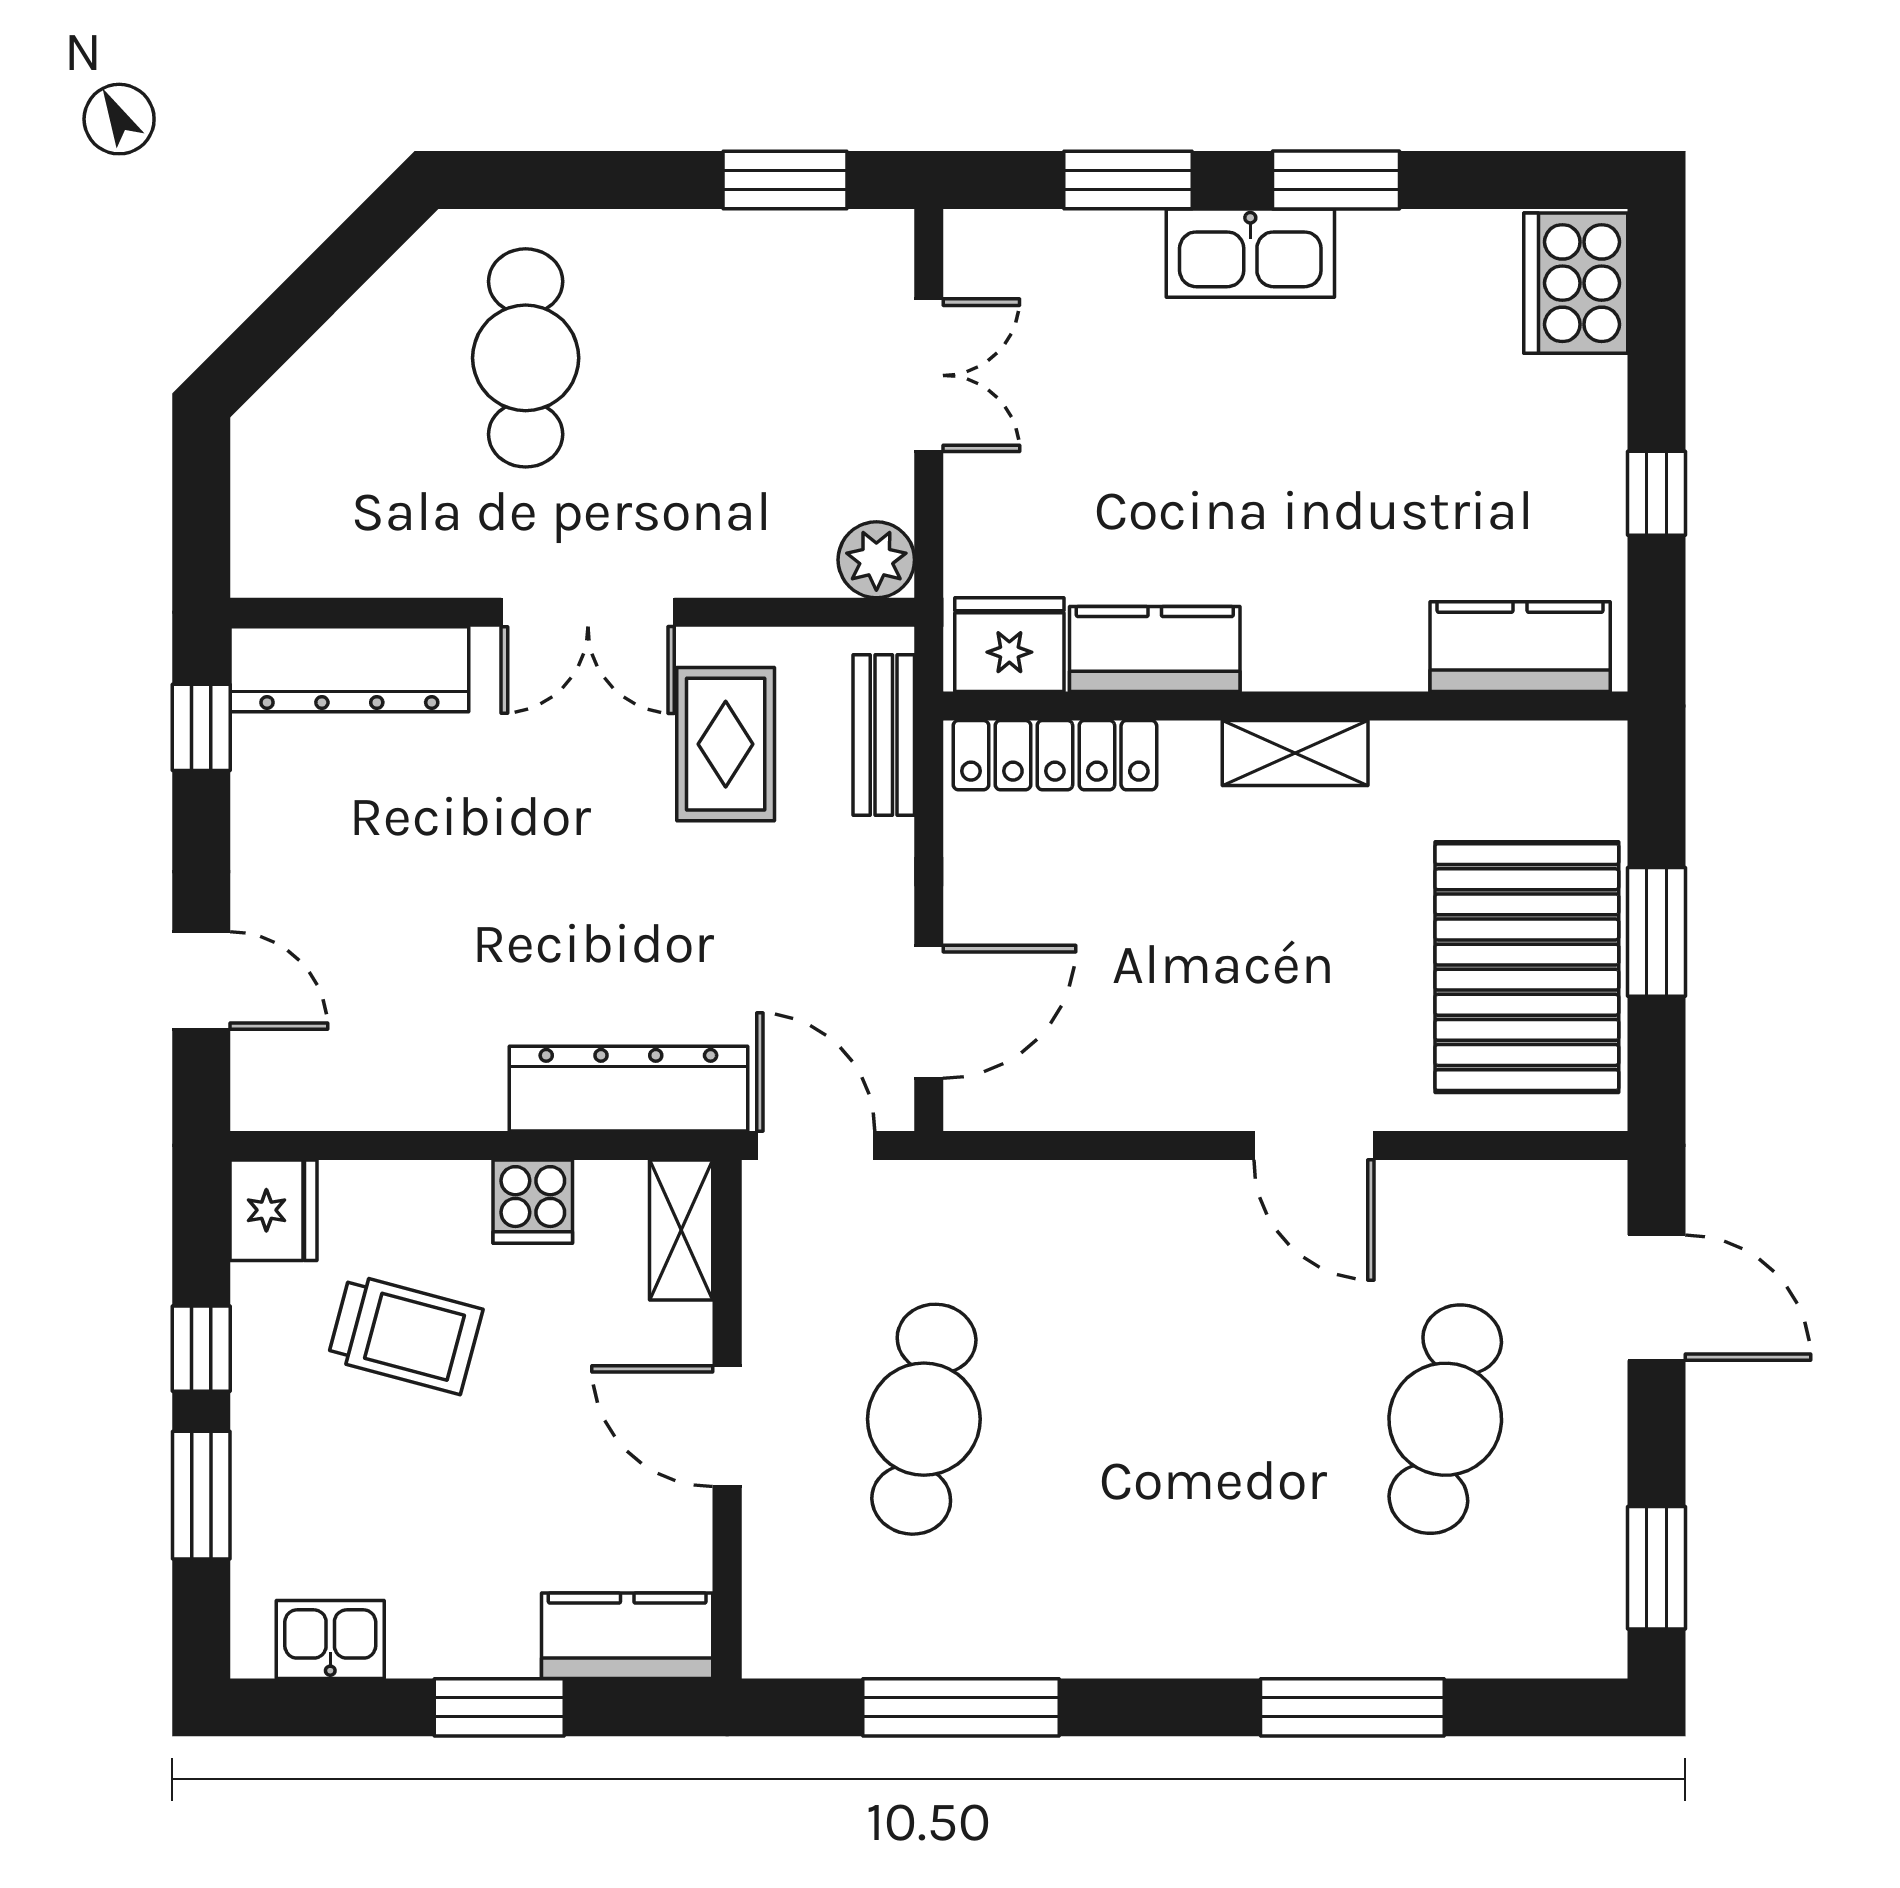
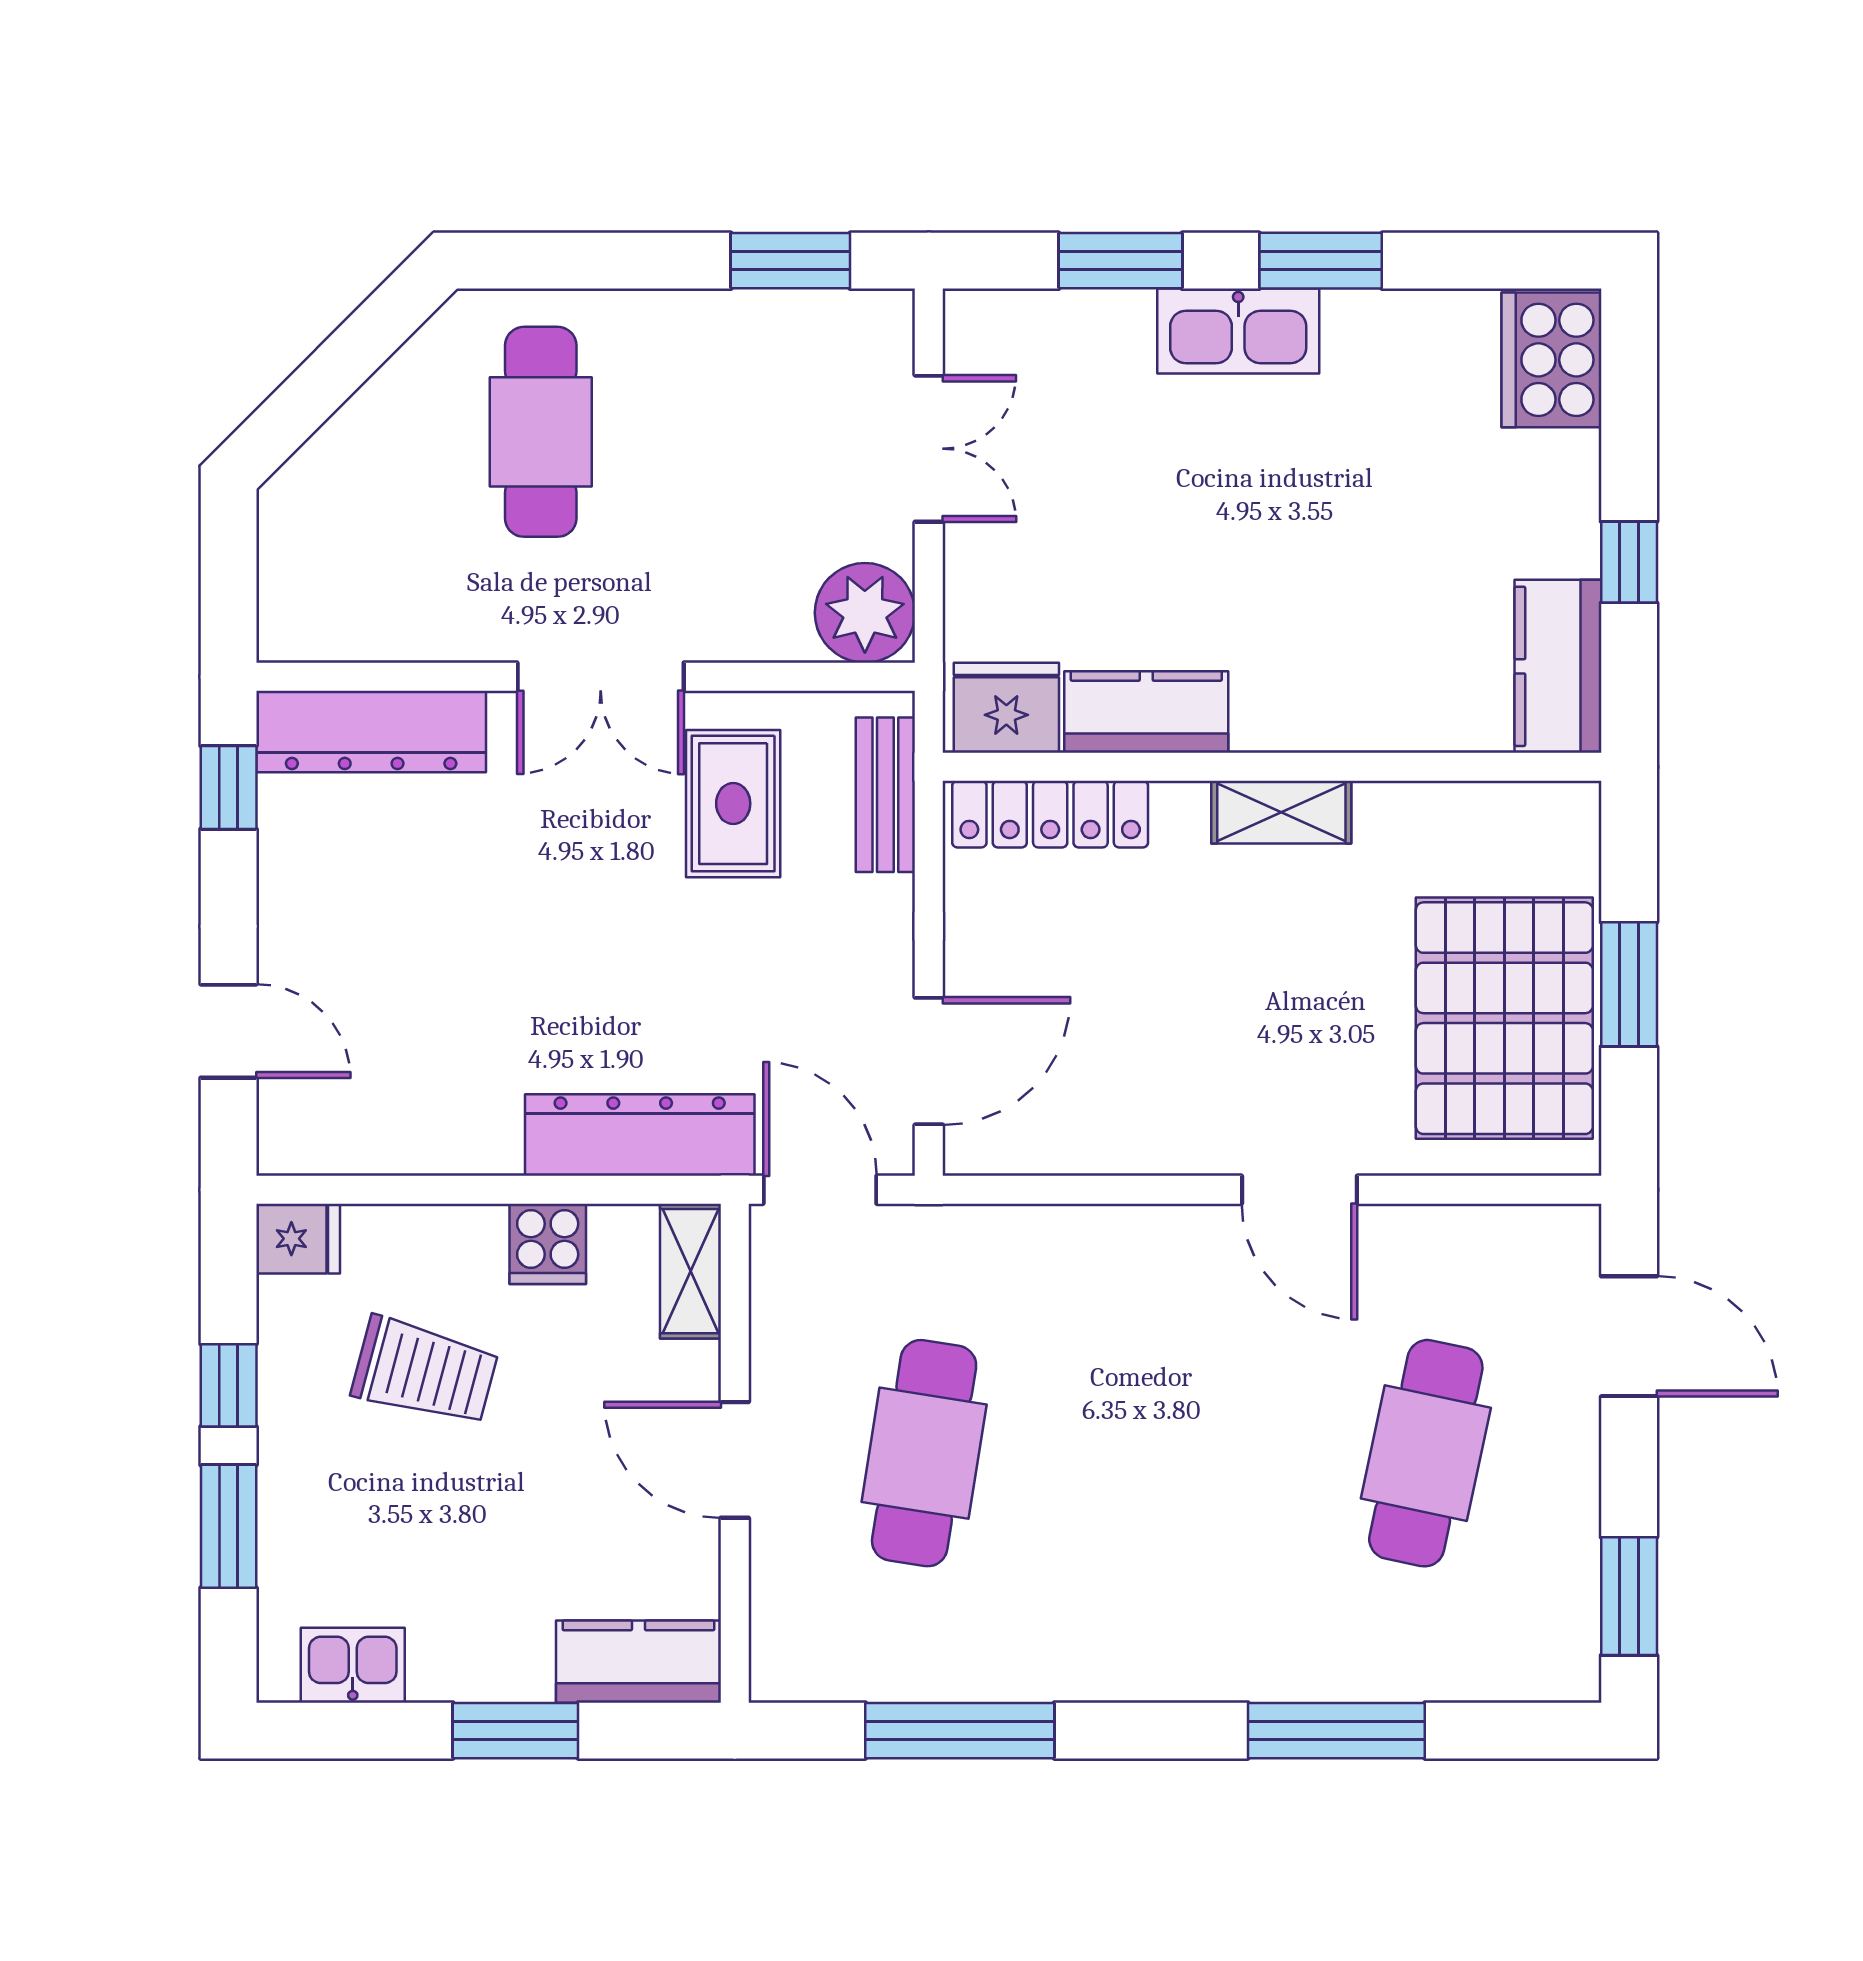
plant: (876, 560) -> (865, 613), width x1.36, depth x1.36
kitchen counter: (1520, 647) -> (1558, 666), moved, turned -90
fridge: (273, 1210) -> (298, 1239), width x0.72

